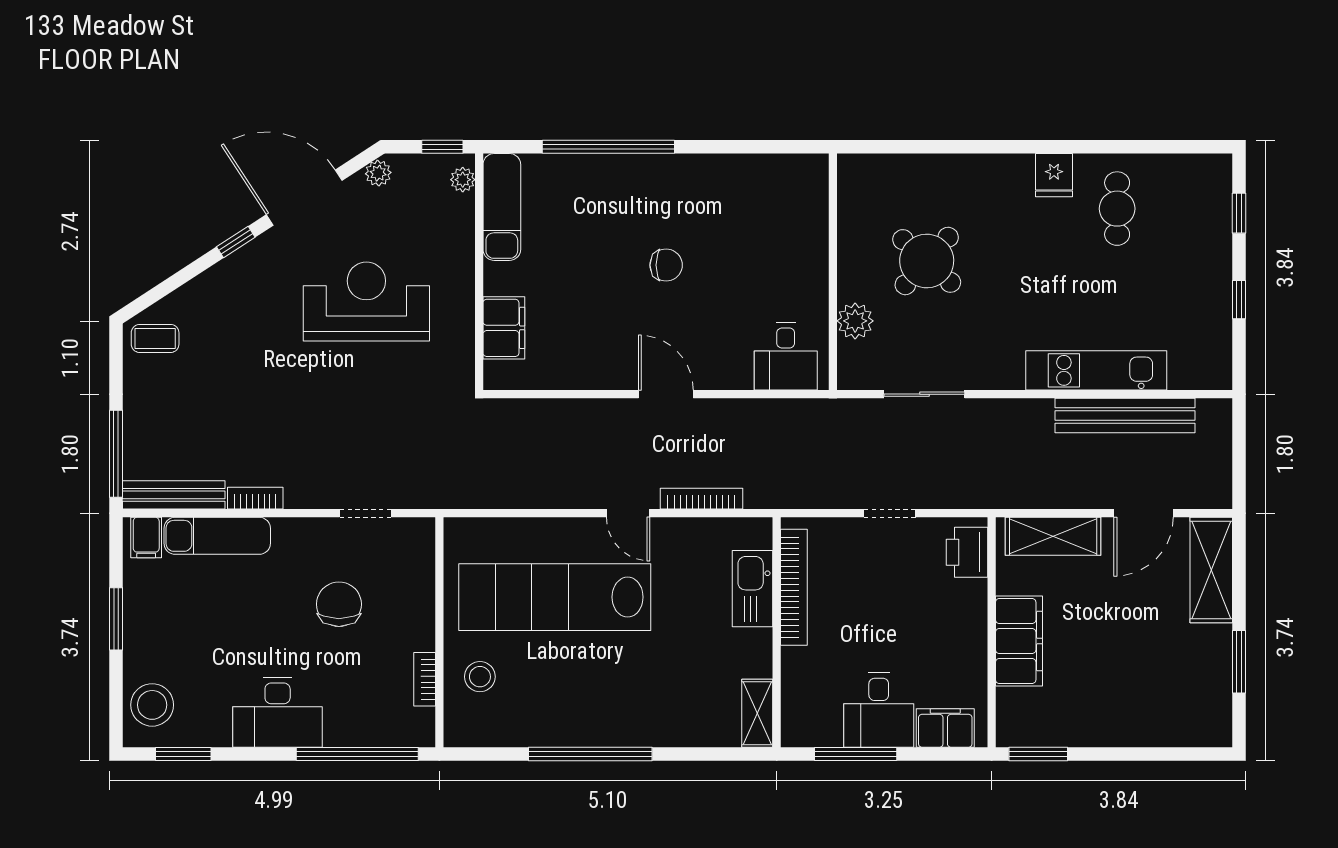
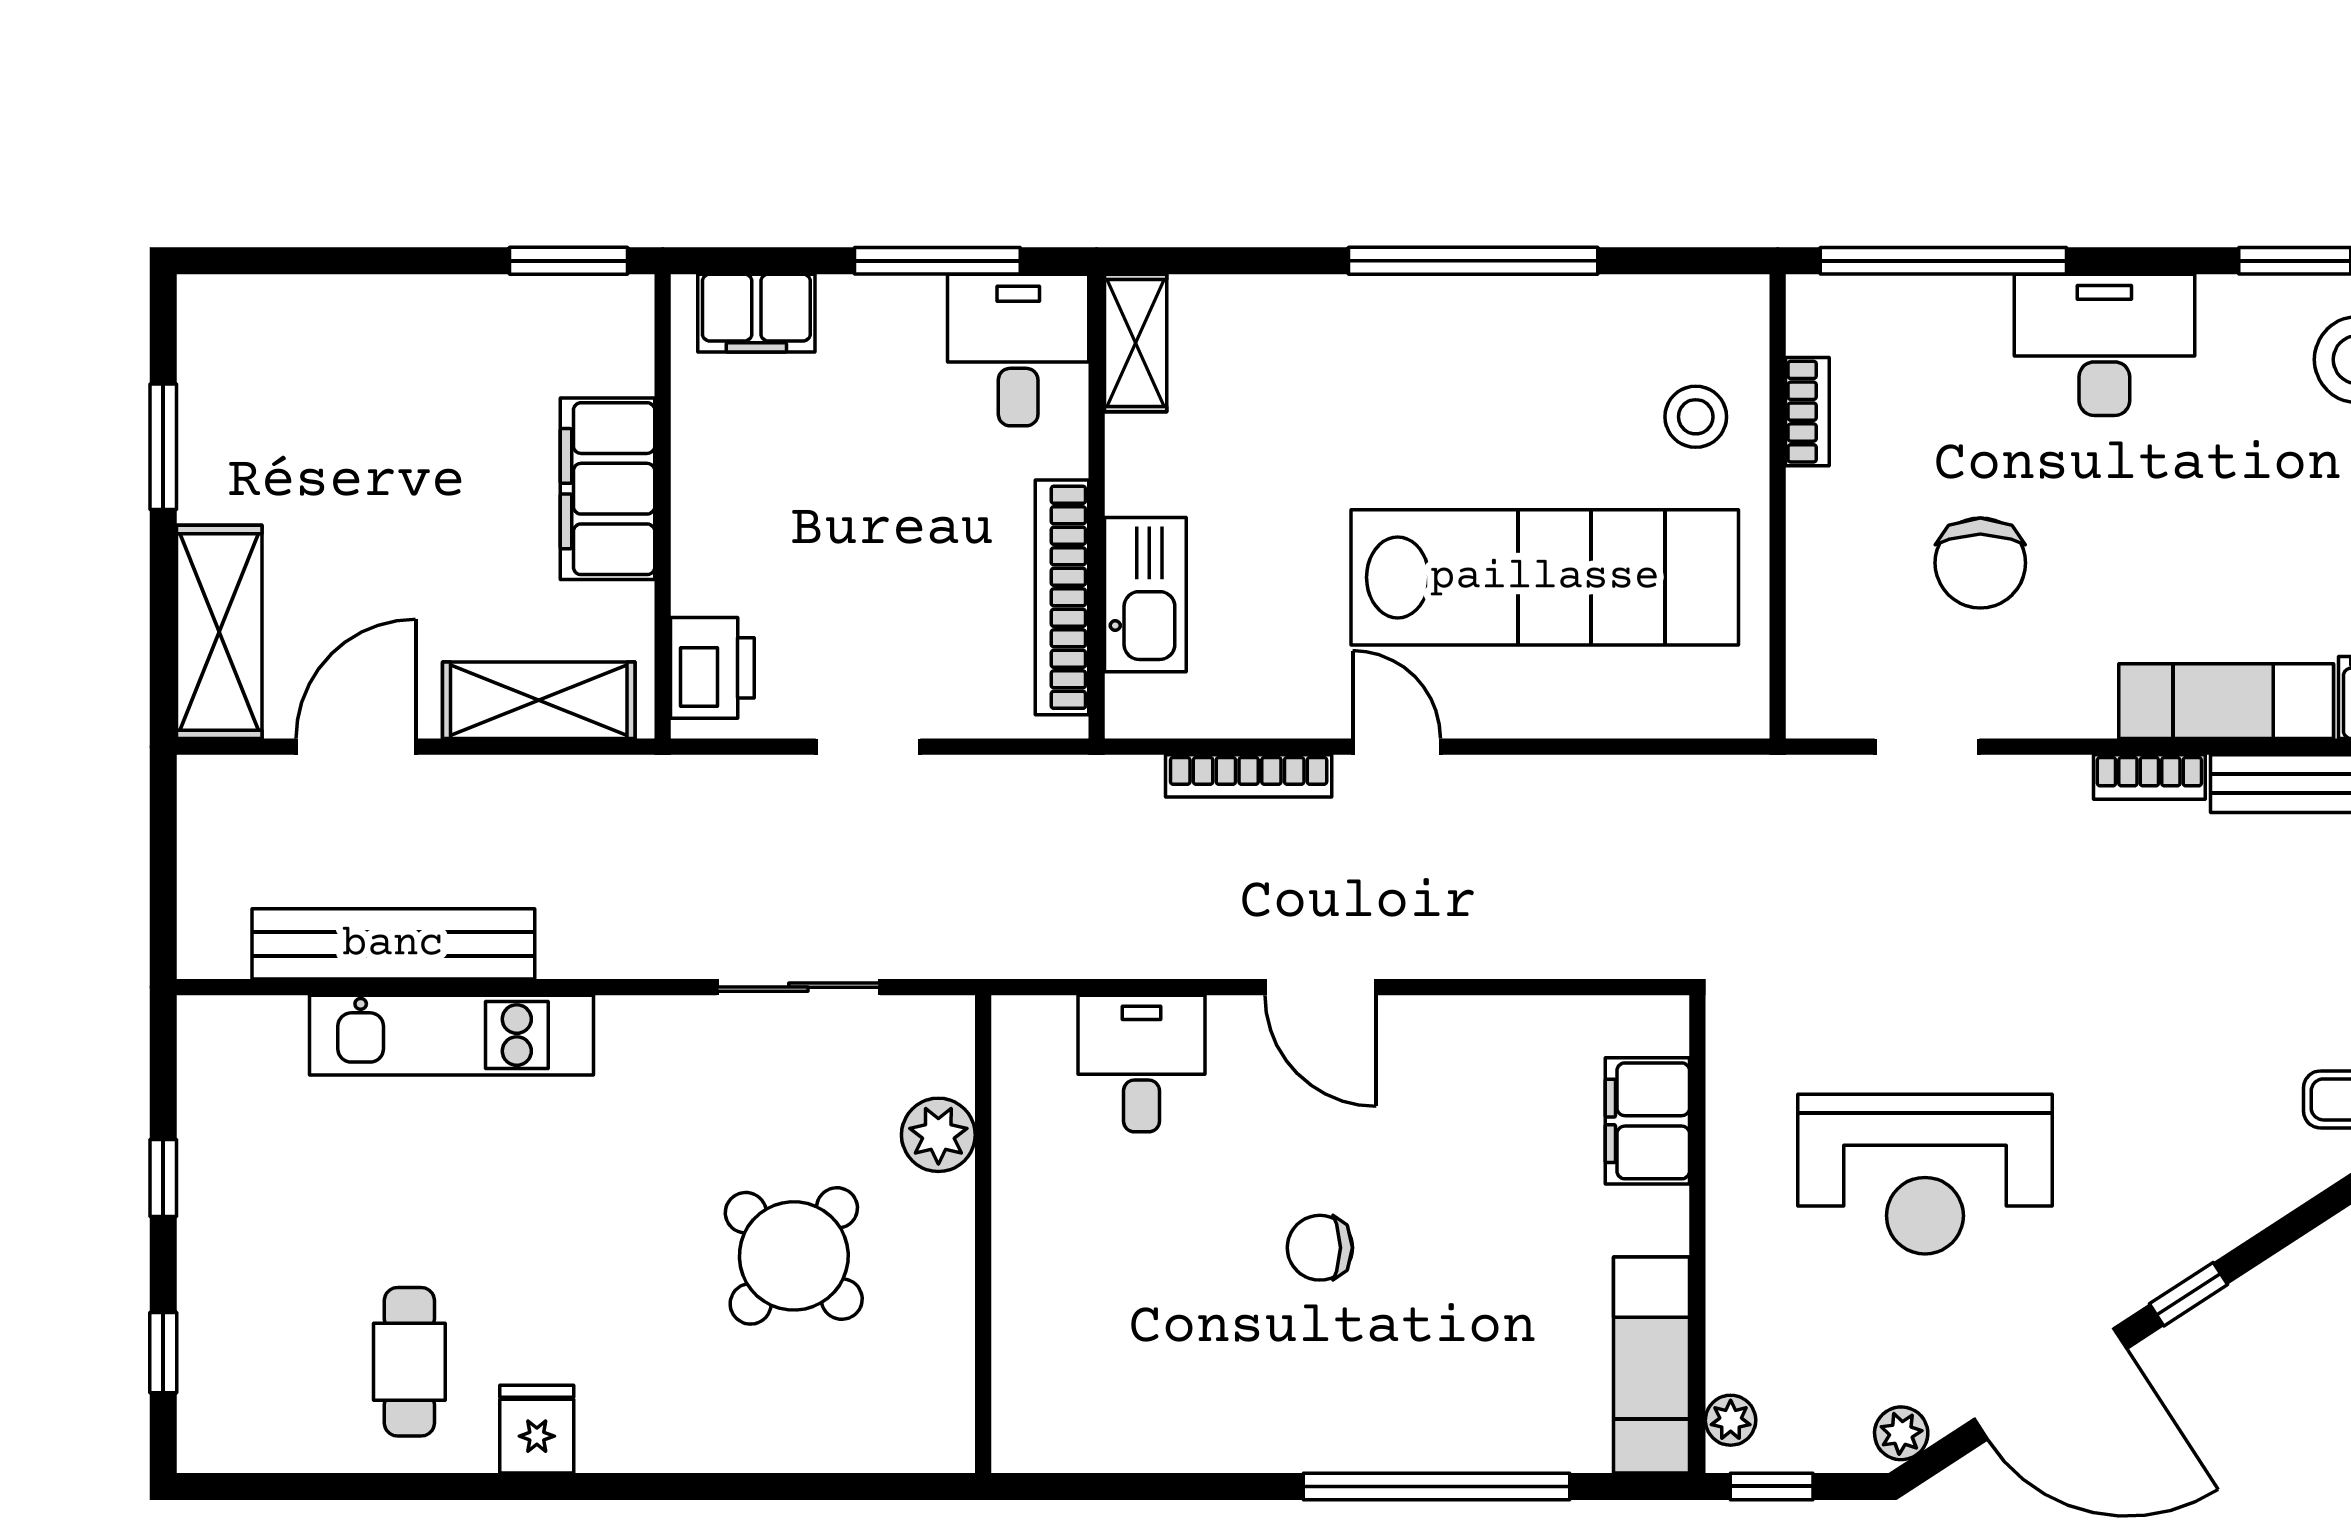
desk: (786, 356) -> (1142, 1064), moved
desk: (879, 710) -> (1018, 350), moved

